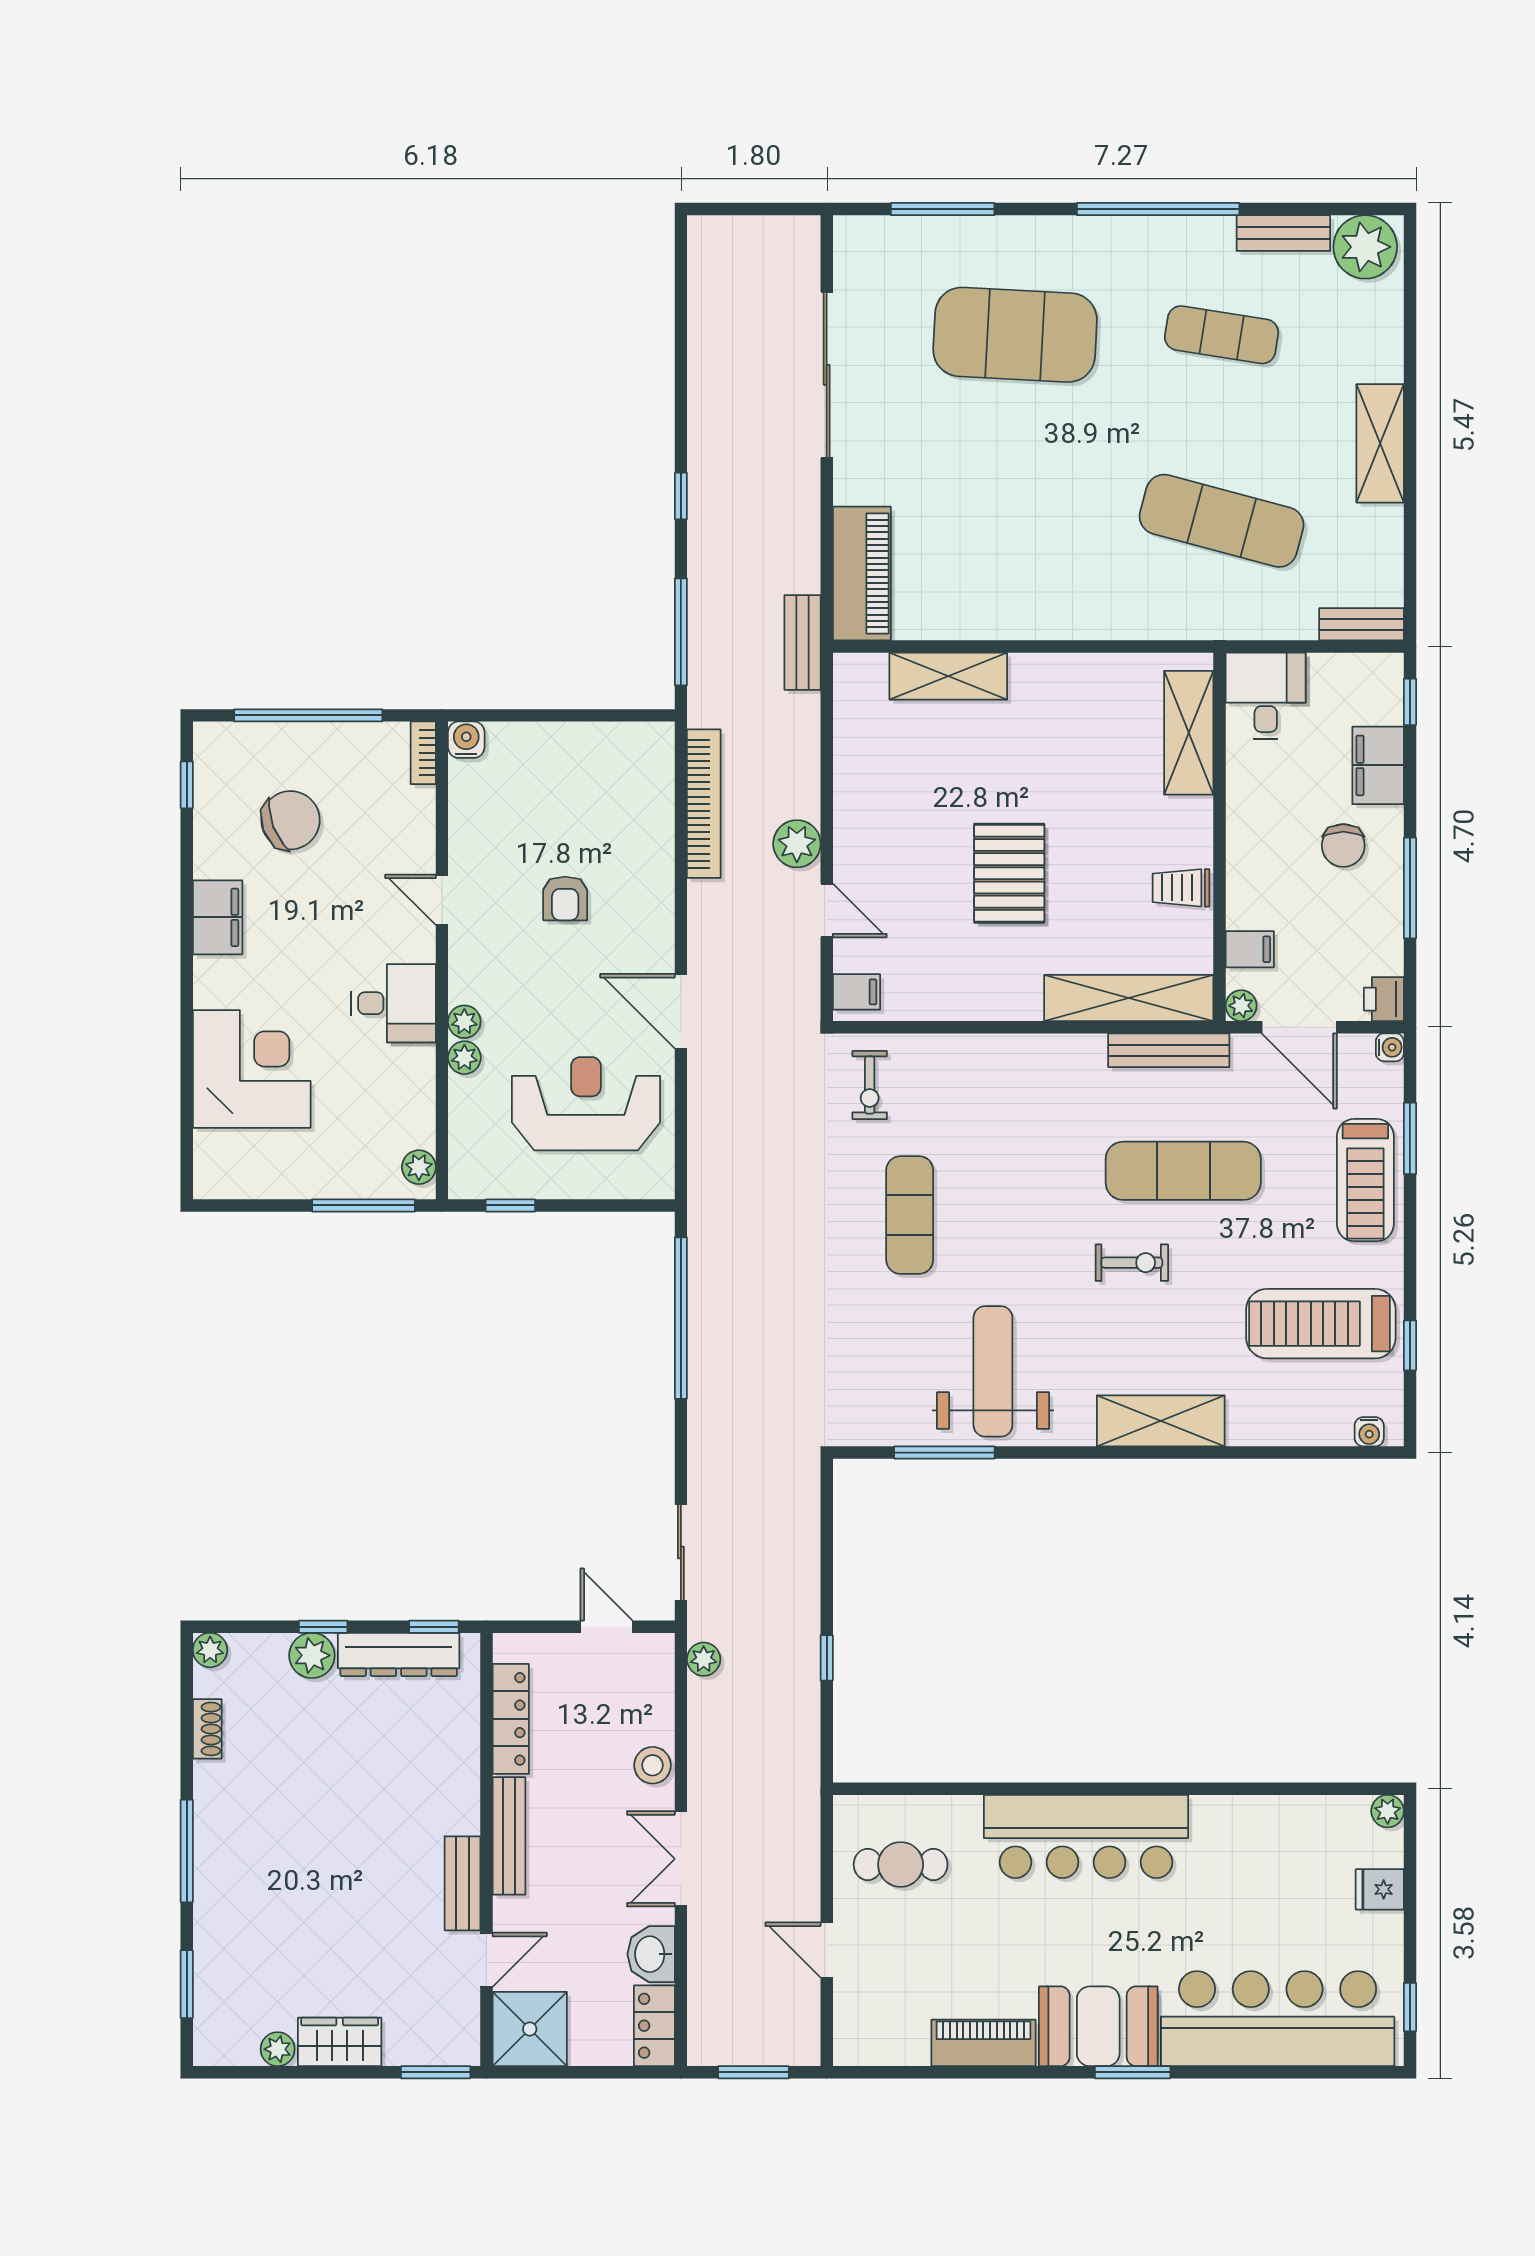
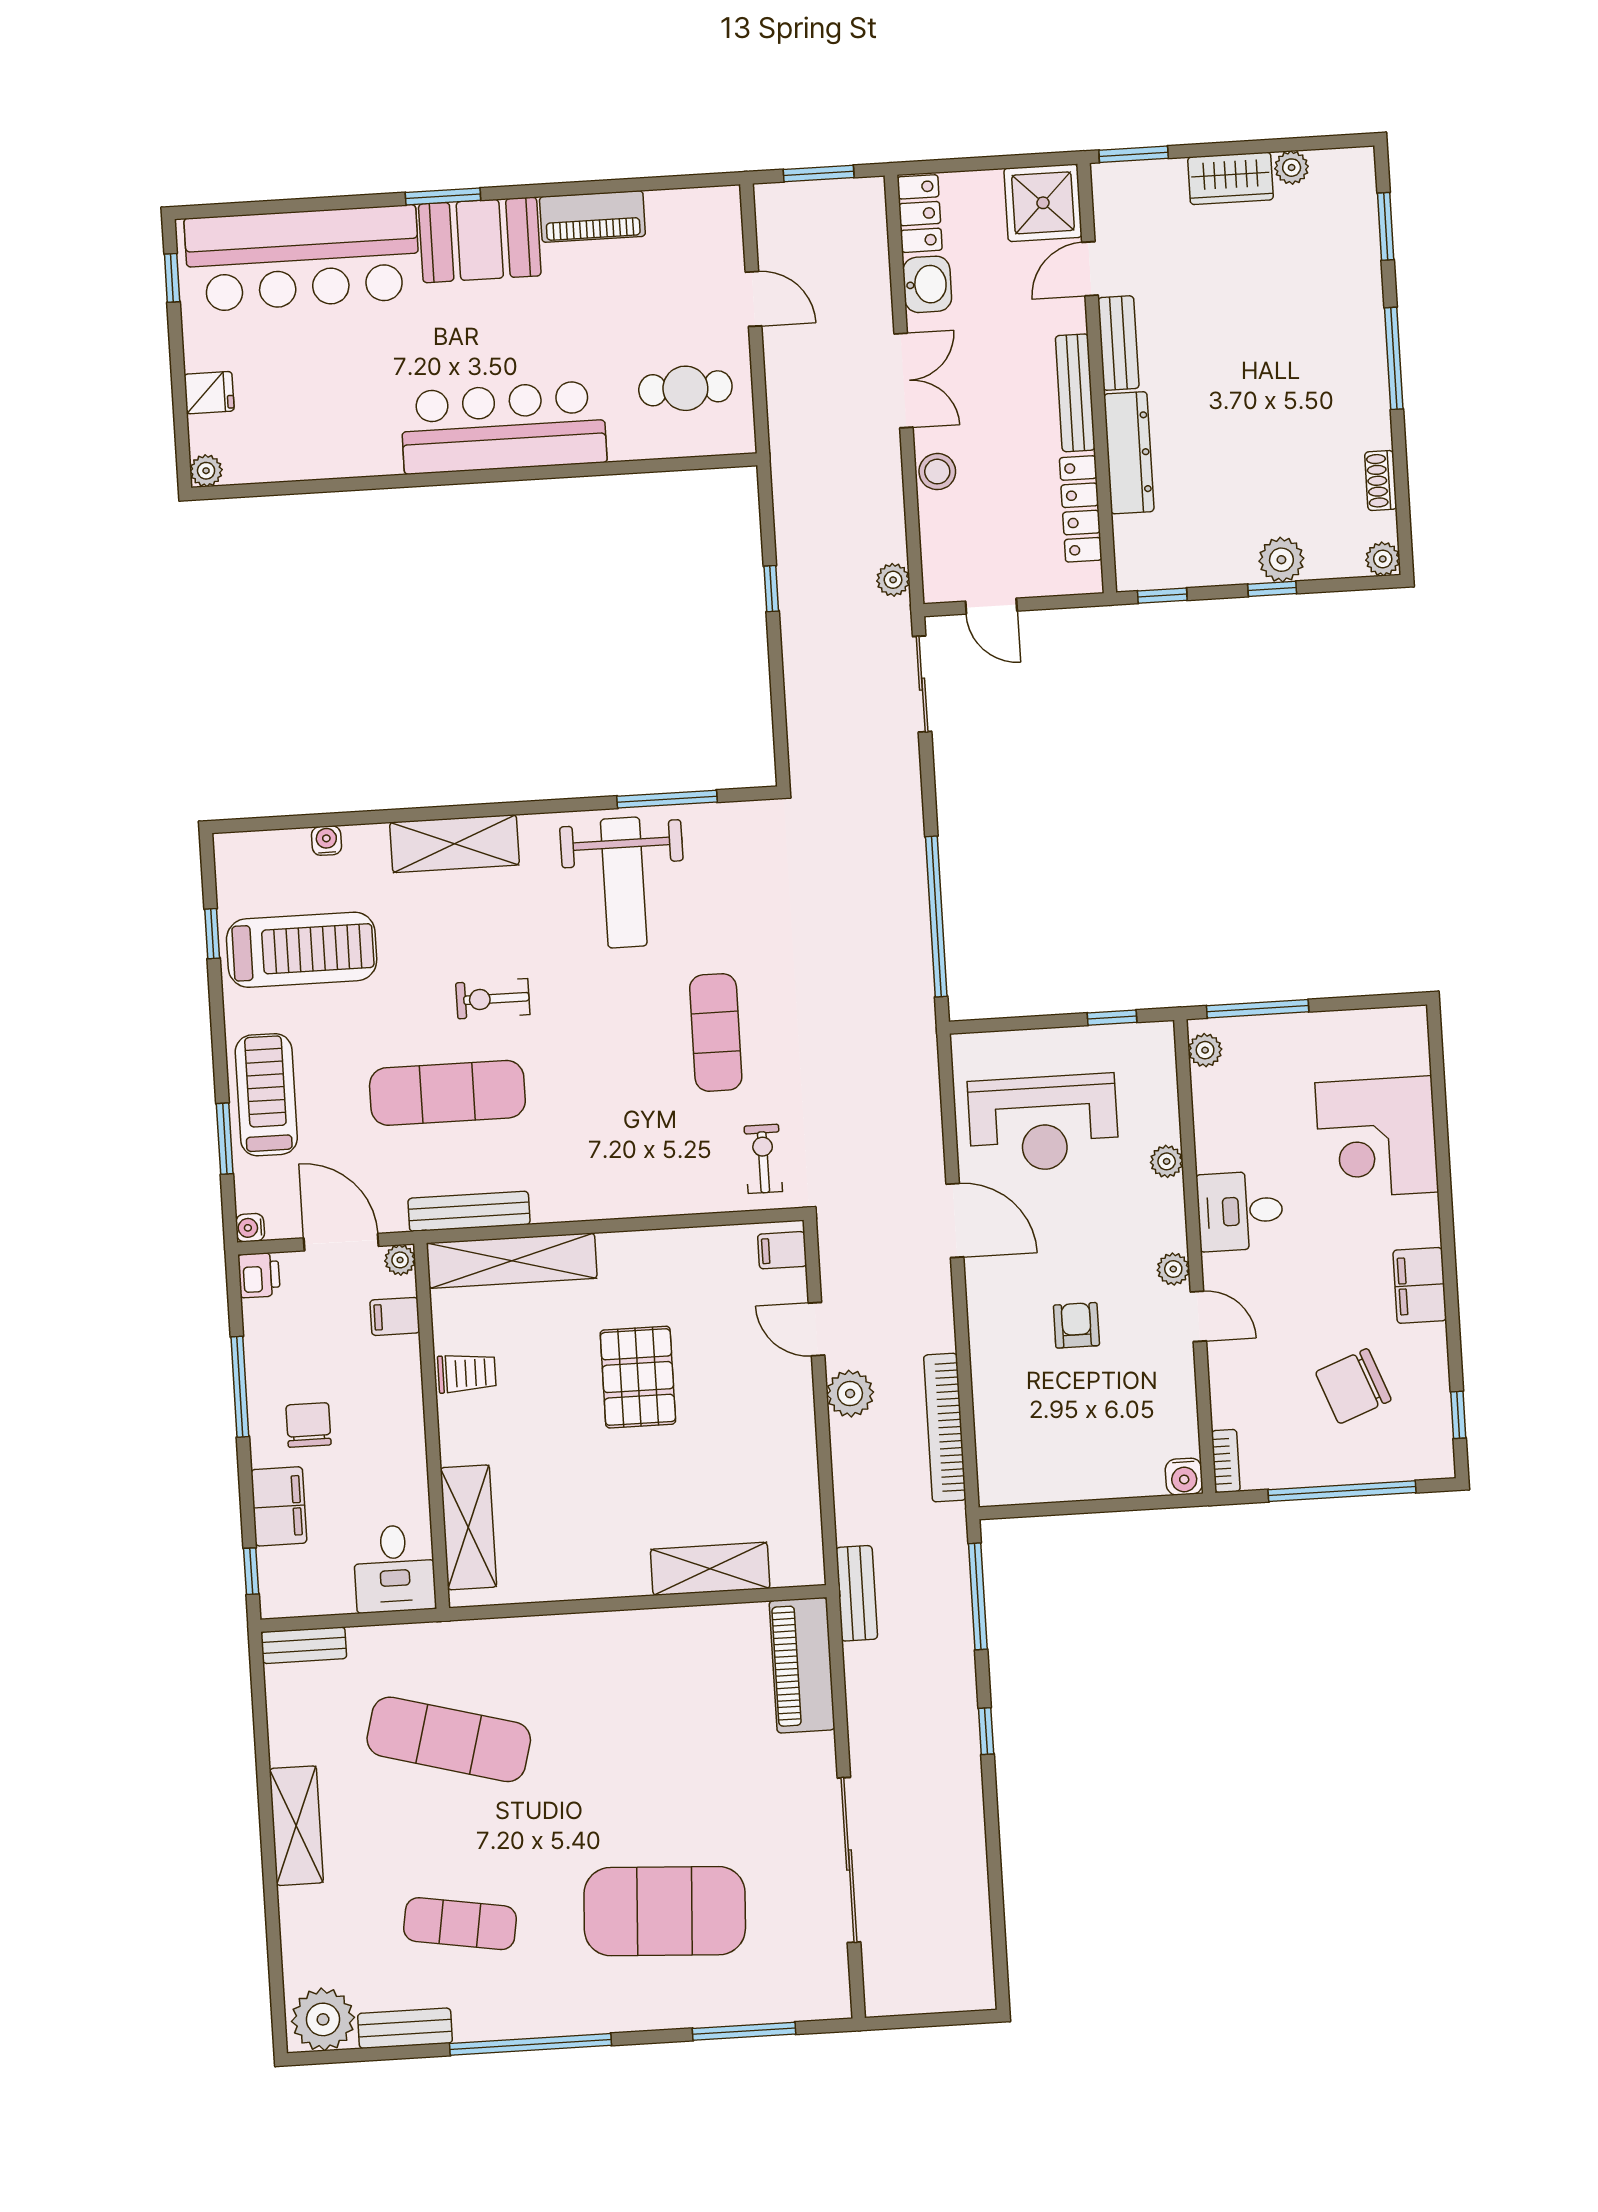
plant: (464, 1022) -> (1173, 1269), moved
water cooler: (1369, 1432) -> (326, 841), moved
dresser: (399, 1654) -> (1129, 453), moved, turned 90

